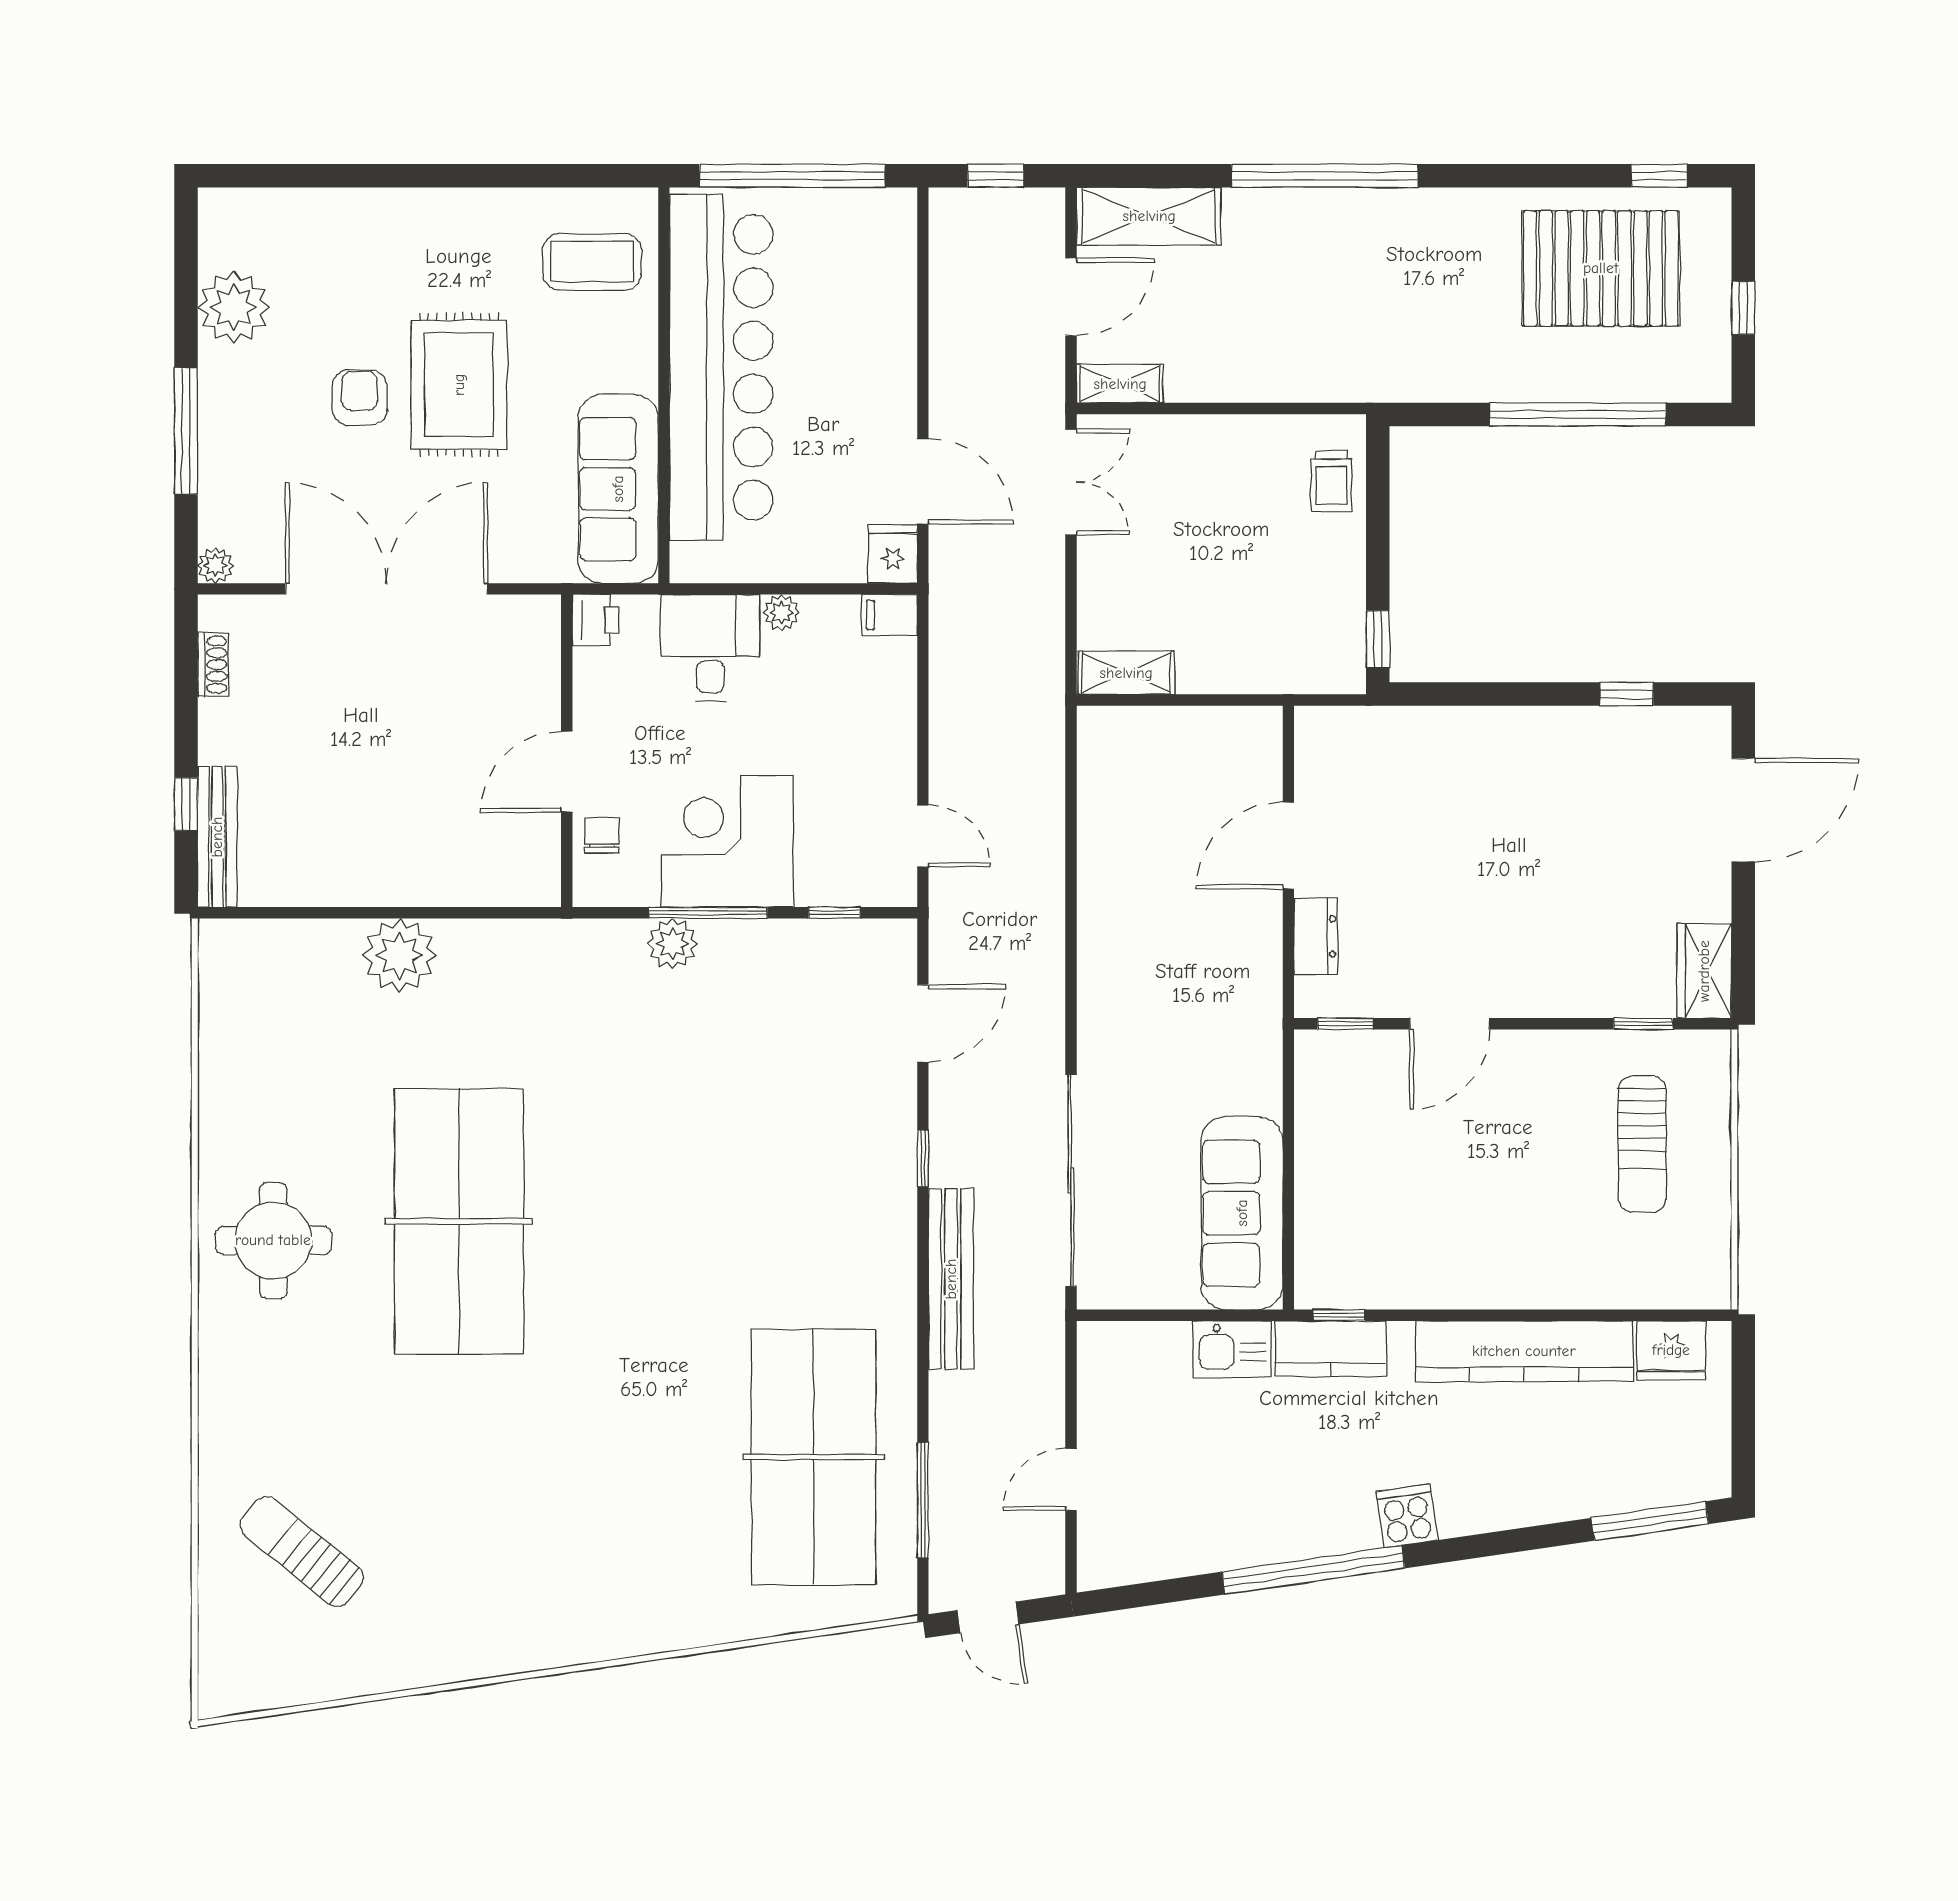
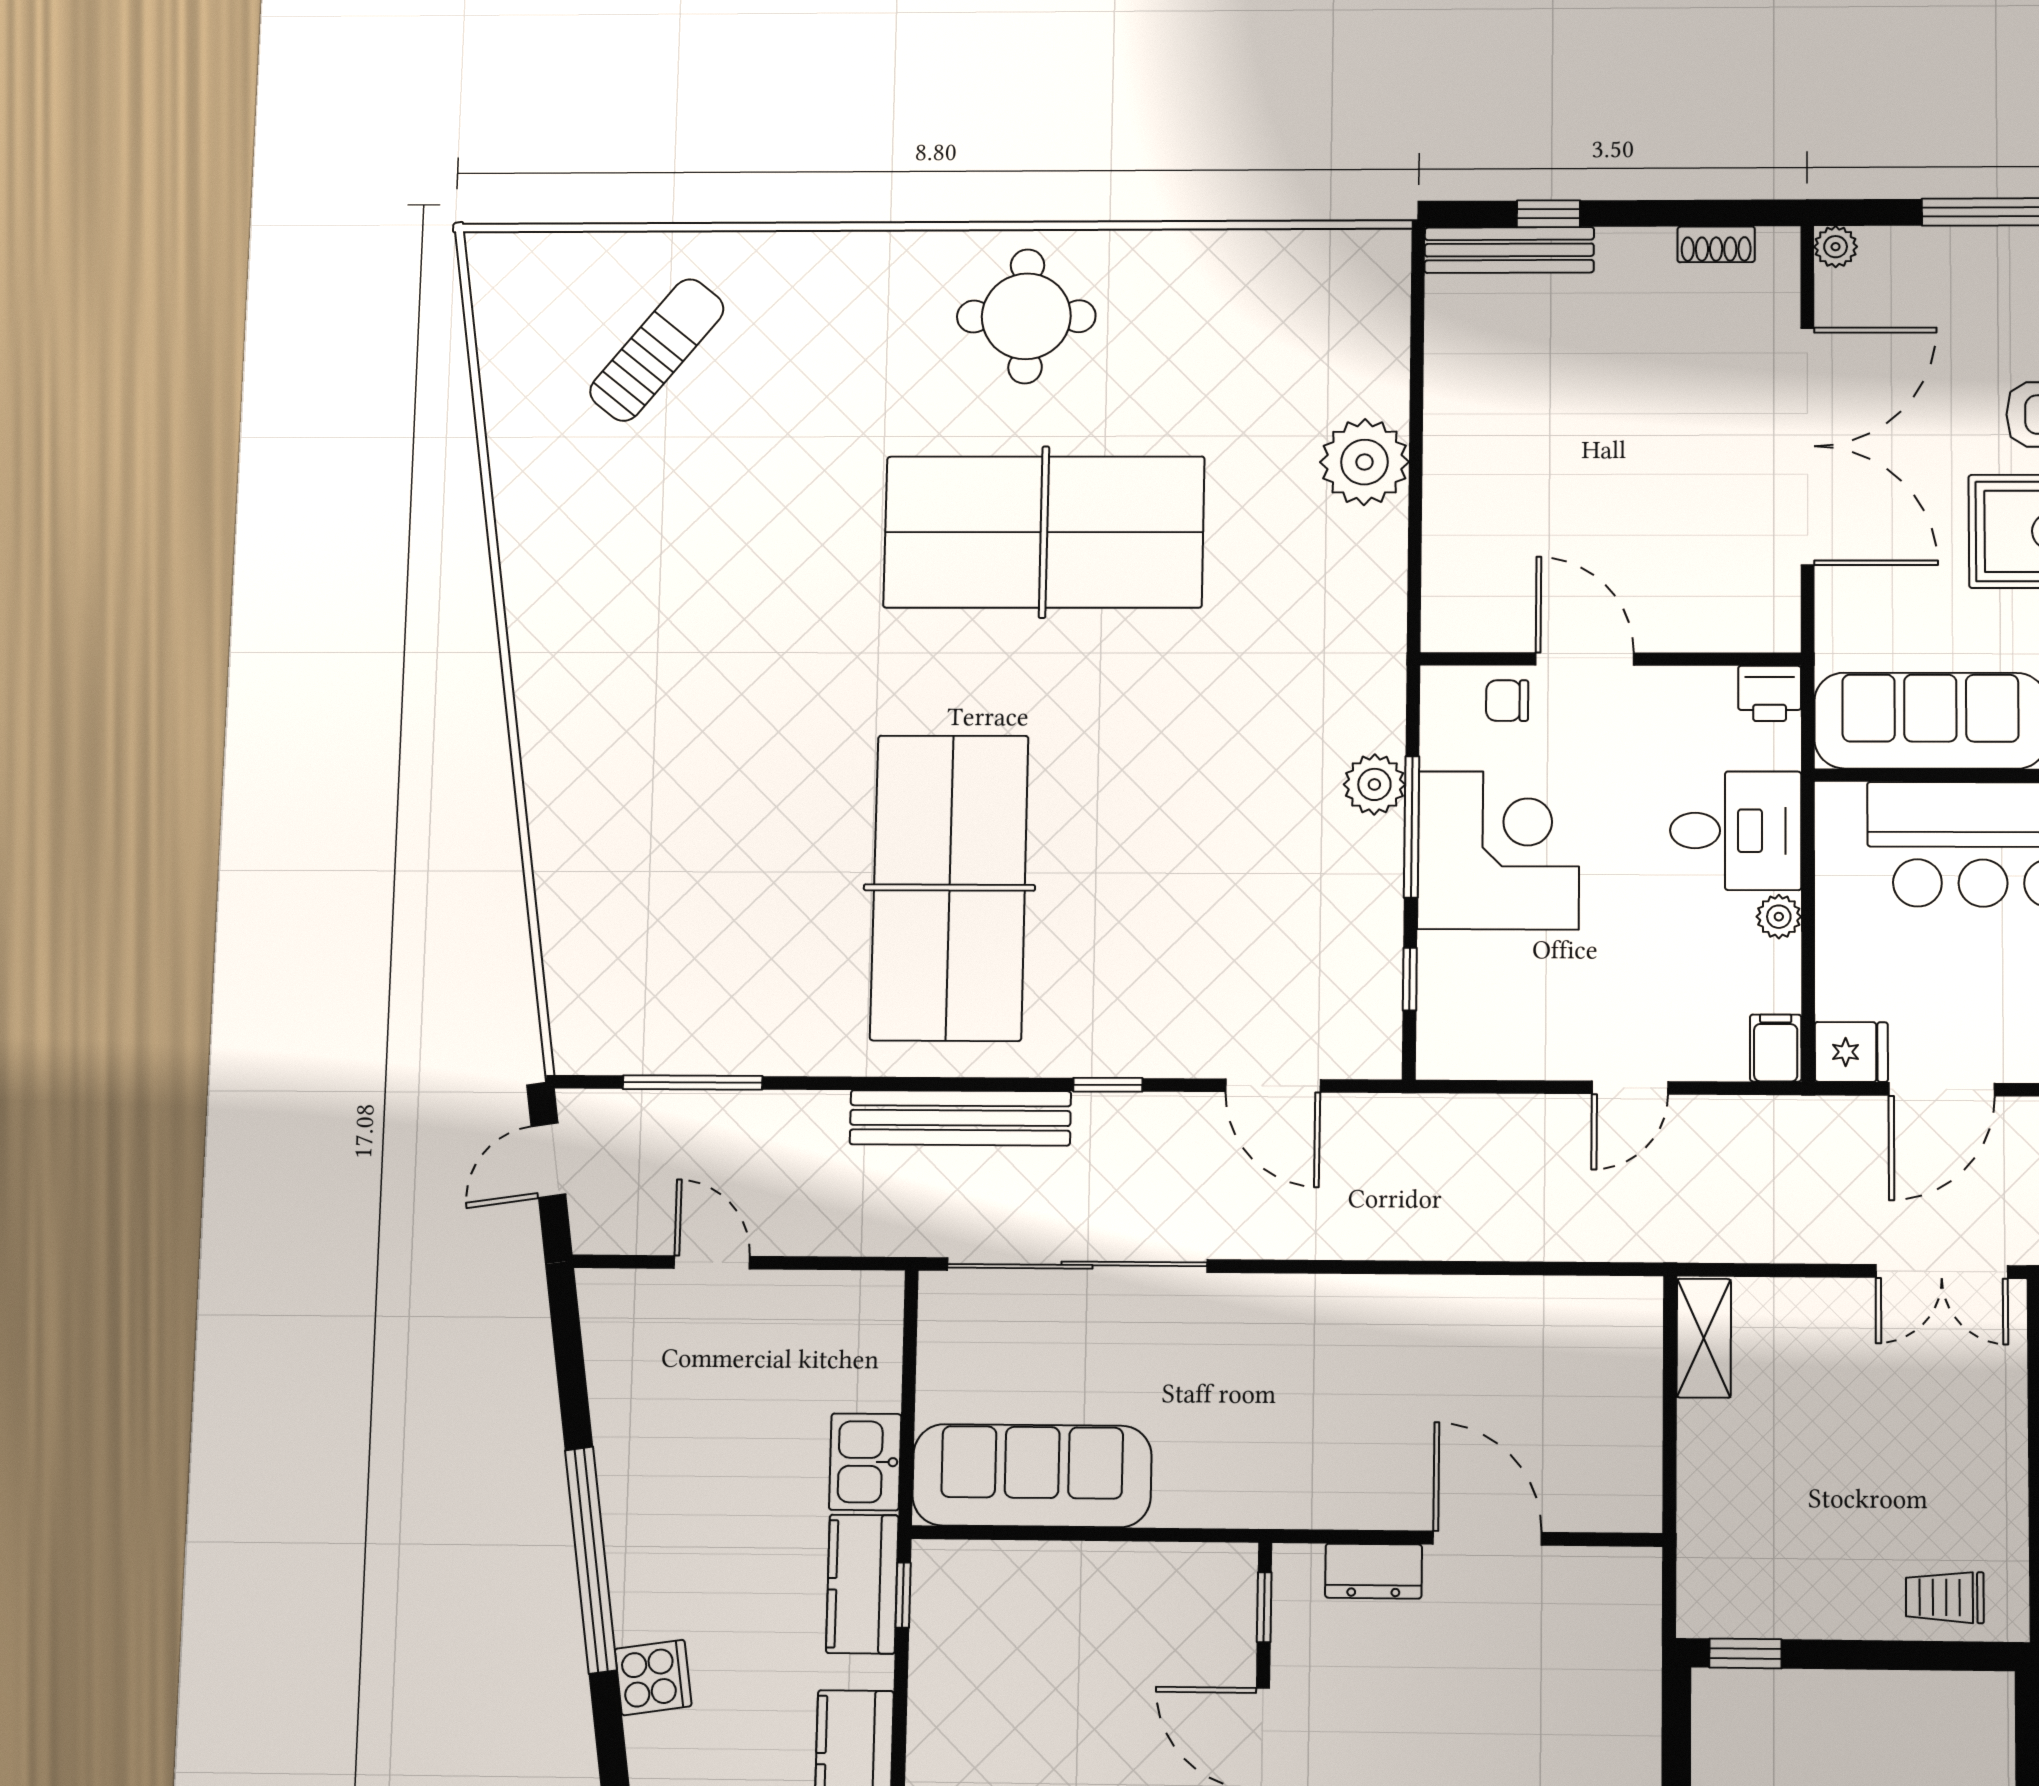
chair: (602, 835) -> (1507, 701), turned 180
door: (923, 836) -> (1630, 1088), moved
table tennis table: (814, 1457) -> (949, 888), moved, turned 90

